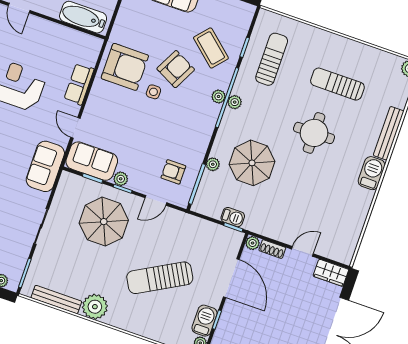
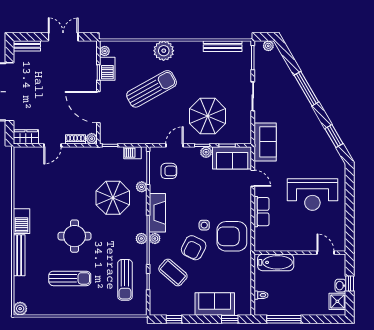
fireplace: (205, 126) -> (157, 213), added
barbecue: (233, 217) -> (132, 153), moved
plant: (95, 307) -> (164, 51), moved

